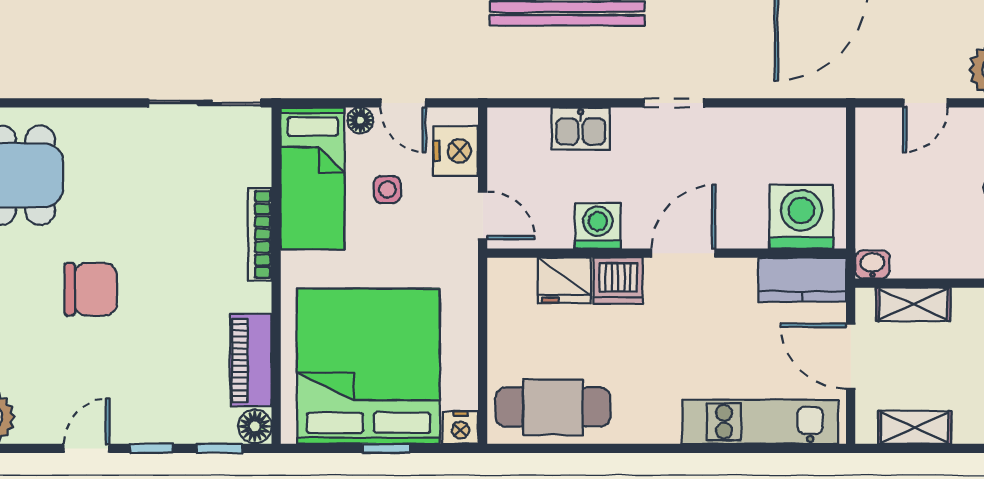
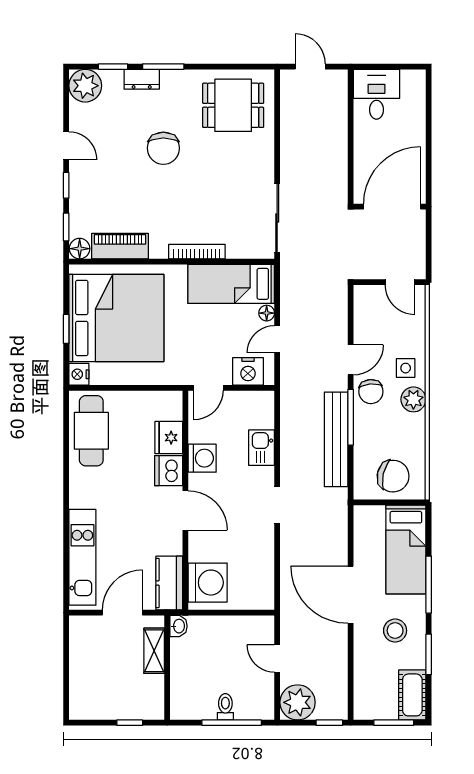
side table: (387, 189) -> (224, 330), removed
shelving: (915, 427) -> (79, 652), removed

